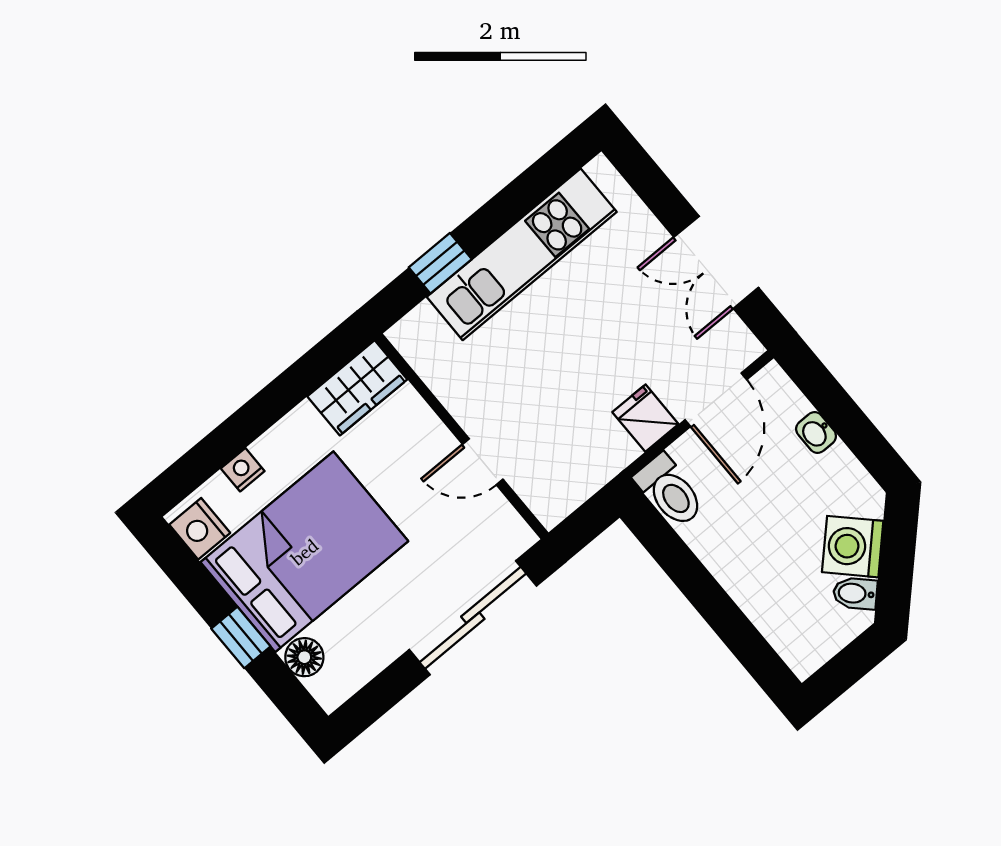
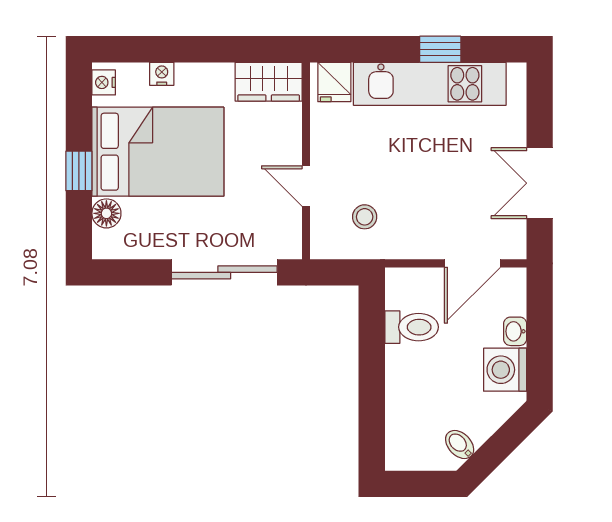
window: (440, 263) -> (440, 49), moved
fridge: (645, 418) -> (334, 82), moved, turned 180
stool: (568, 443) -> (365, 217), added
toilet: (670, 491) -> (412, 327), moved, turned -90
nightstand: (200, 529) -> (104, 82), width x0.72, depth x0.74
washing machine: (853, 547) -> (505, 370), moved, turned -45

